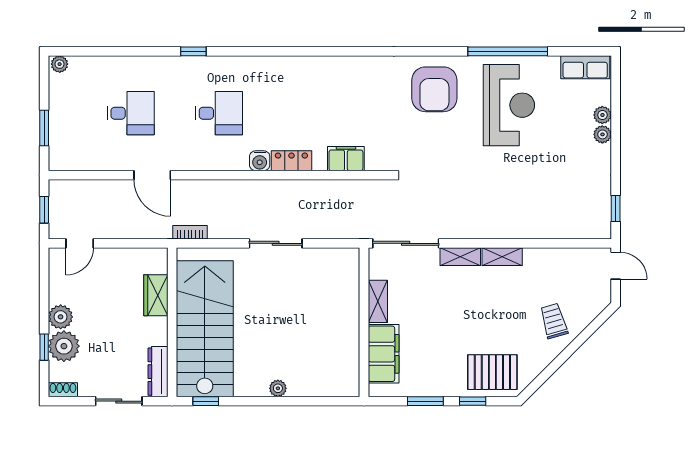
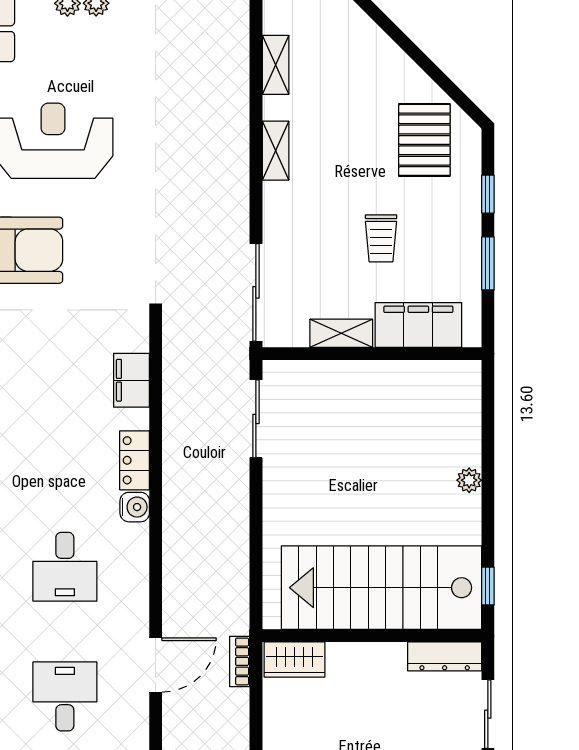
desk: (219, 113) -> (65, 567), turned 180
bookcase: (190, 232) -> (240, 661), moved
sliding door: (276, 243) -> (256, 419), moved
shelving: (460, 257) -> (276, 65), moved
wardrobe: (156, 295) -> (295, 660), moved
trolley: (554, 321) -> (381, 238), moved, turned -74
pallet: (492, 372) -> (424, 140), moved

